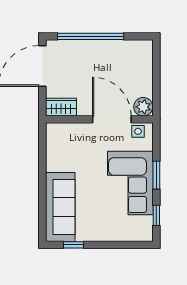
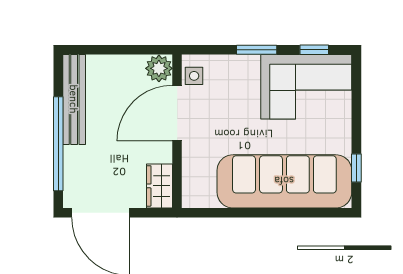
bench: (121, 47) -> (74, 99), added
corner sofa: (130, 183) -> (306, 87), moved
sofa: (60, 207) -> (284, 181), width x1.36, depth x1.27

